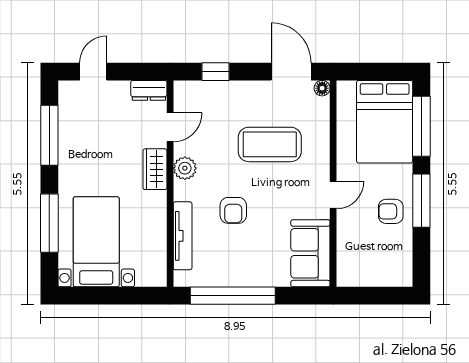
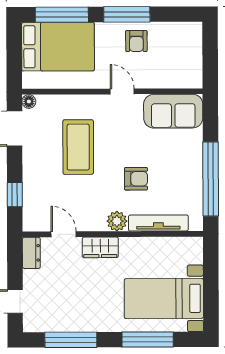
plant: (185, 168) -> (117, 221), moved

